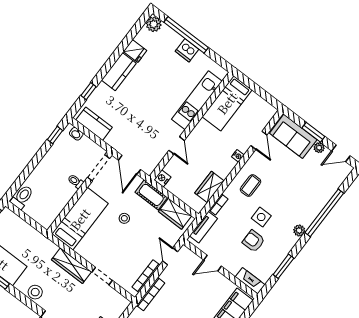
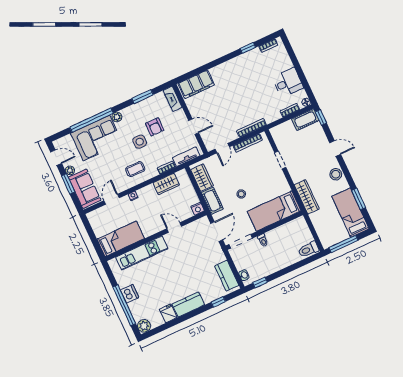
door: (177, 145) -> (174, 228), hinge flipped
corner sofa: (309, 197) -> (96, 138), added
wardrobe: (71, 266) -> (307, 197), moved

